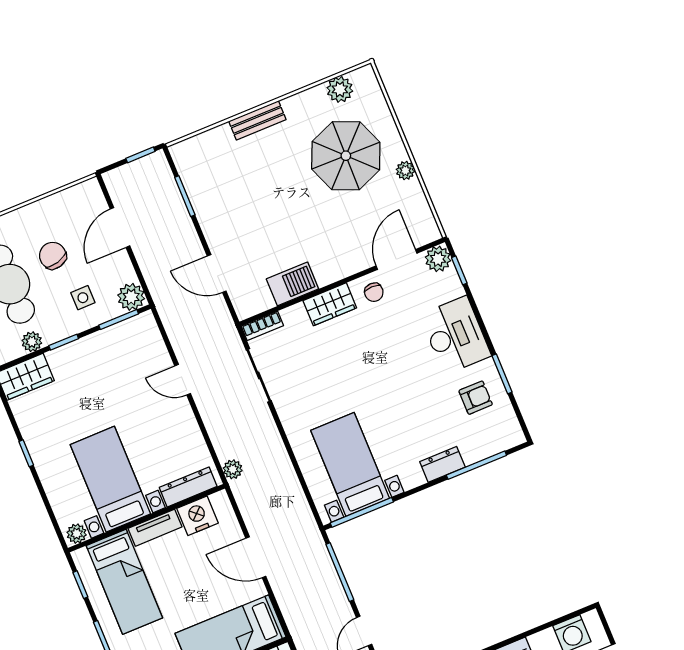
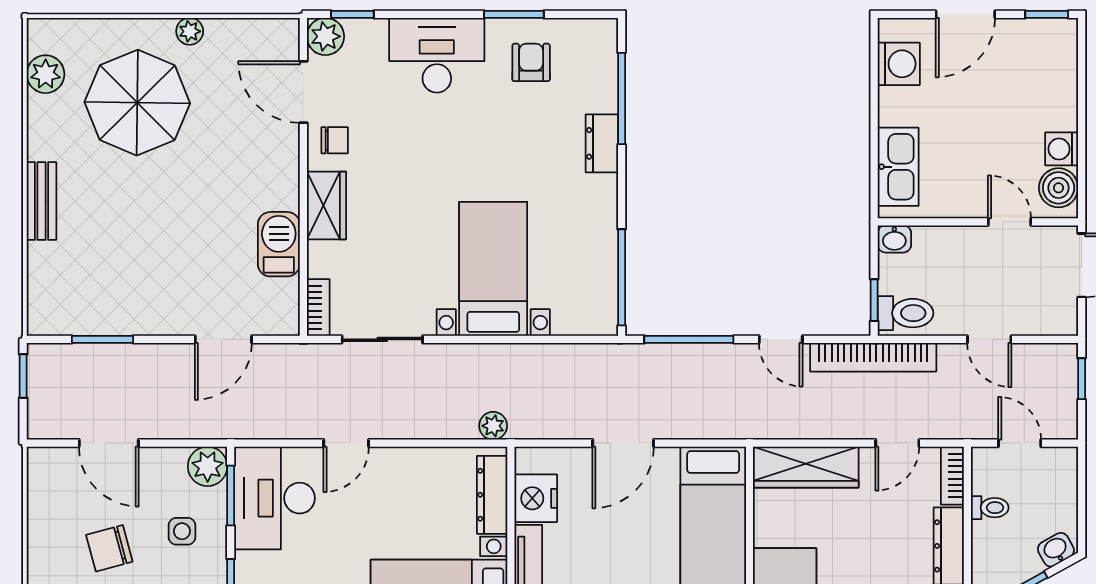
desk: (129, 348) -> (275, 498), added
bed with nightstands: (350, 464) -> (493, 269), moved, turned 90

